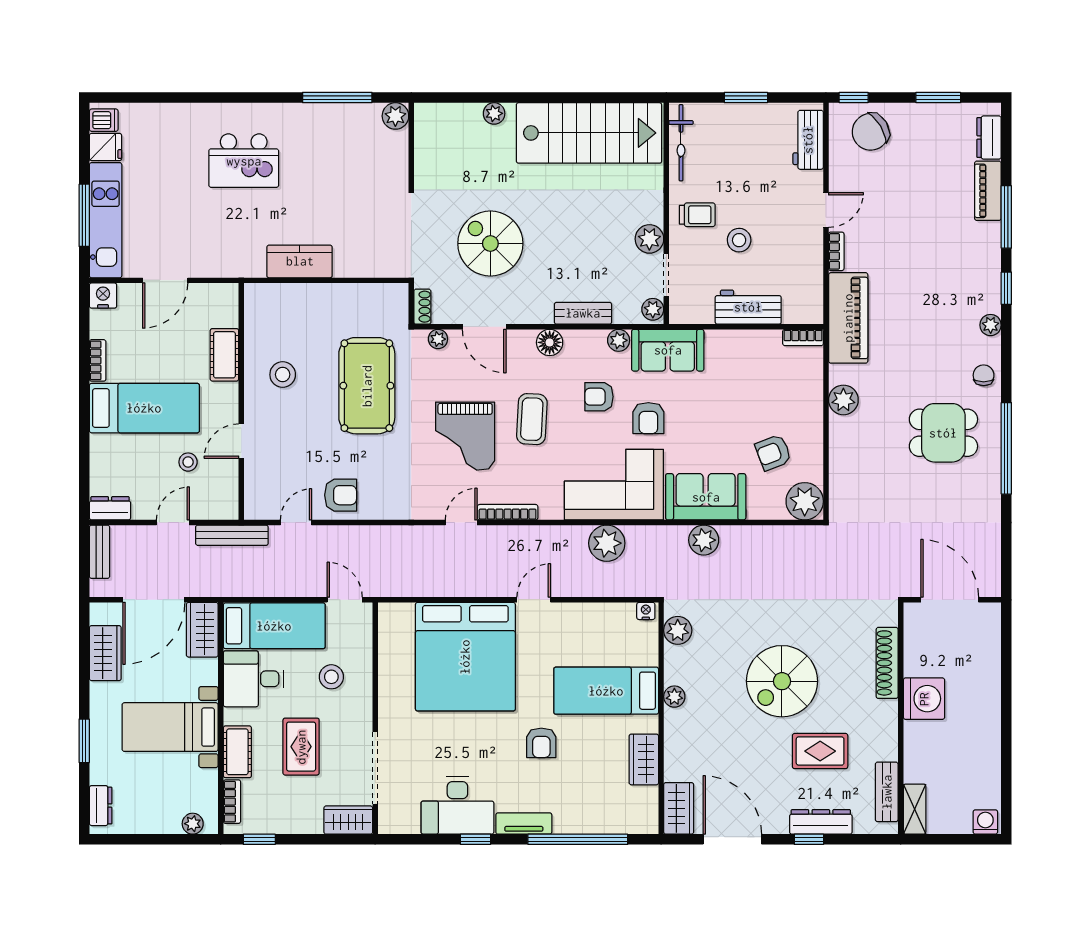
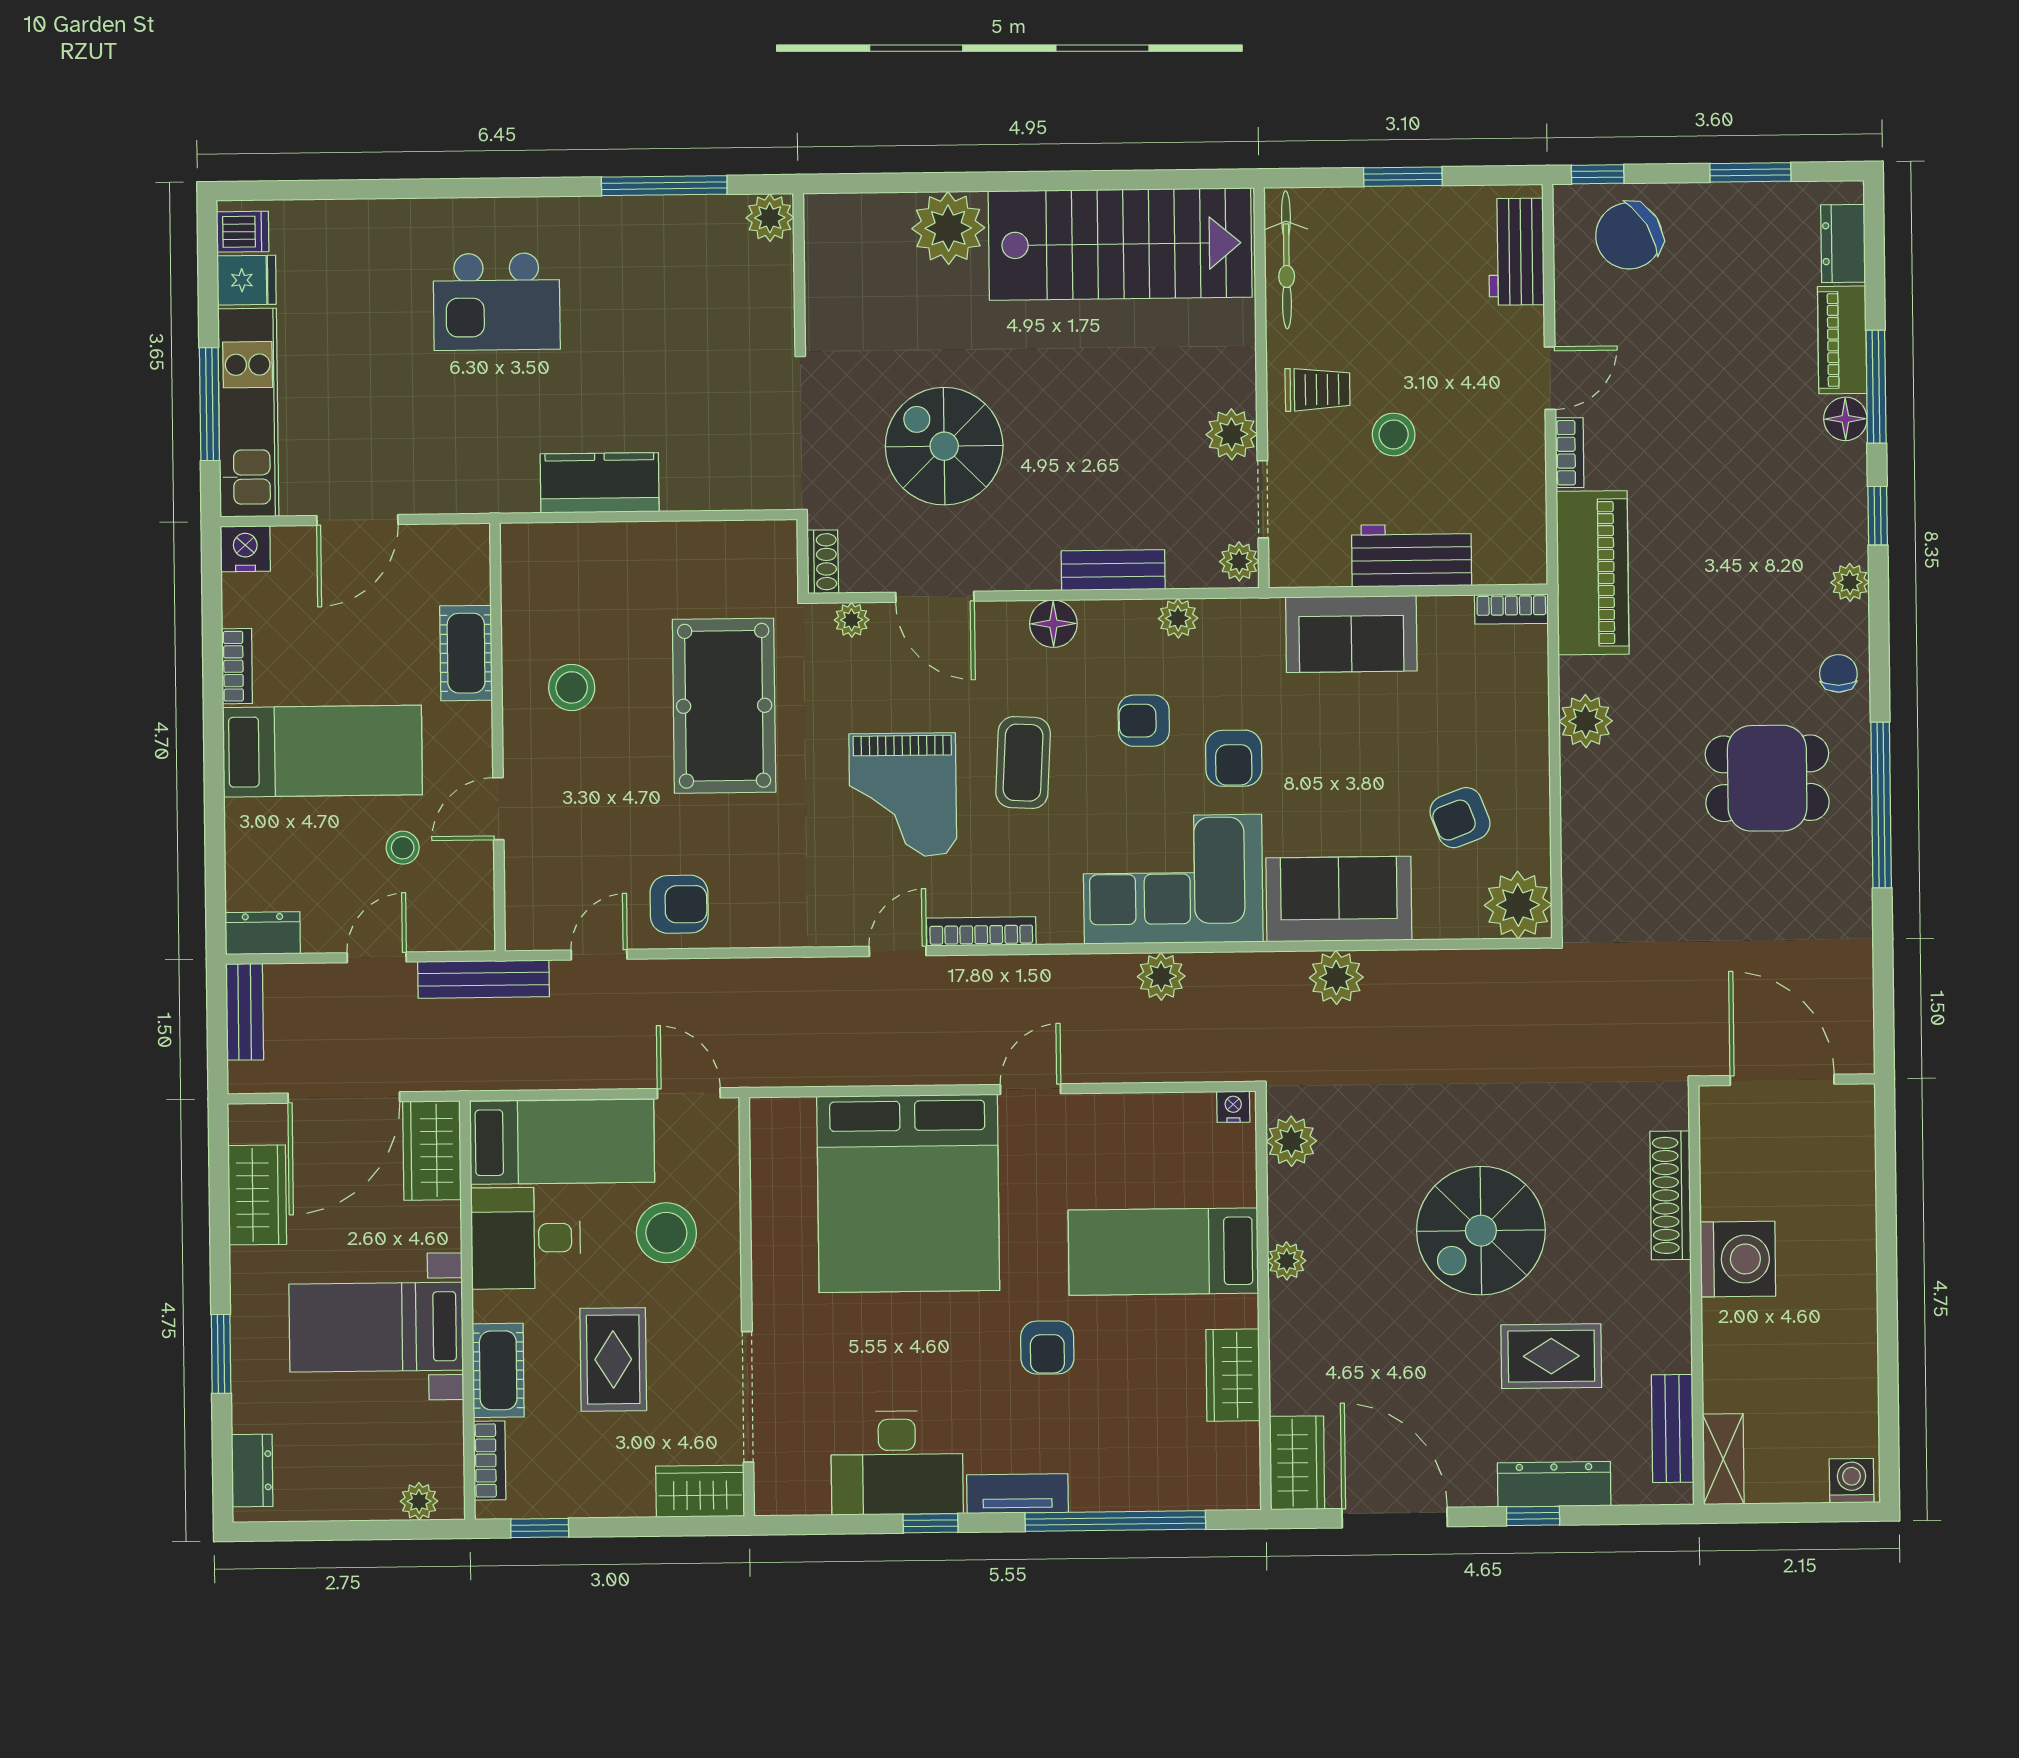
plant: (494, 113) -> (948, 228), width x1.87, depth x1.87
floor lamp: (989, 235) -> (1845, 419), added
sofa: (668, 350) -> (1351, 634), moved
plant: (607, 543) -> (1161, 976), width x0.73, depth x0.73
stool: (331, 677) -> (666, 1233), width x1.38, depth x1.38

